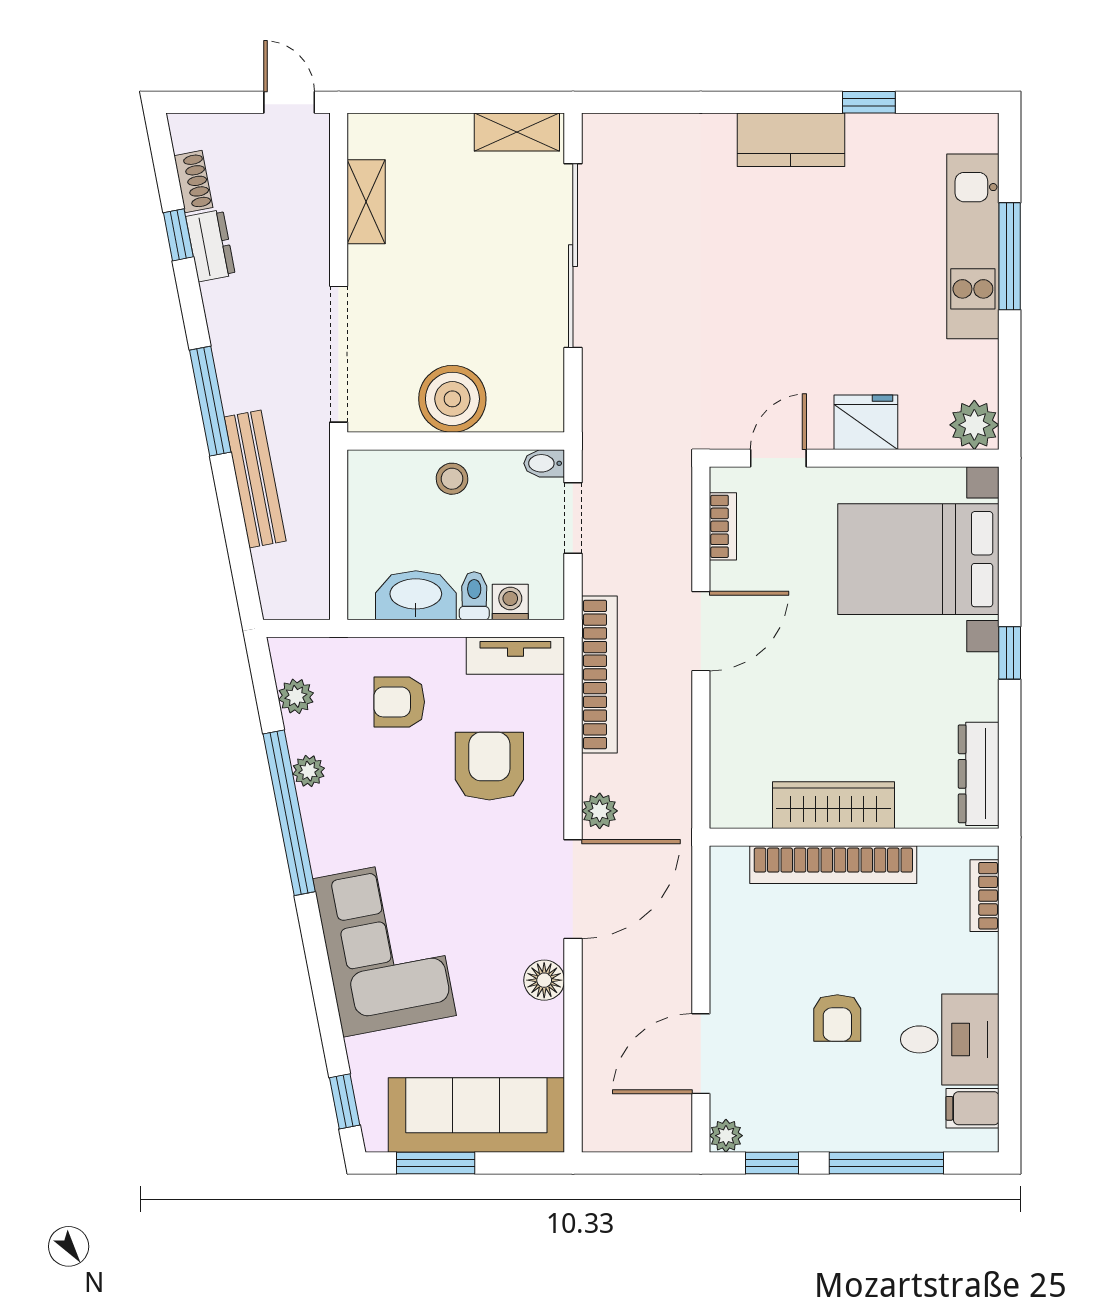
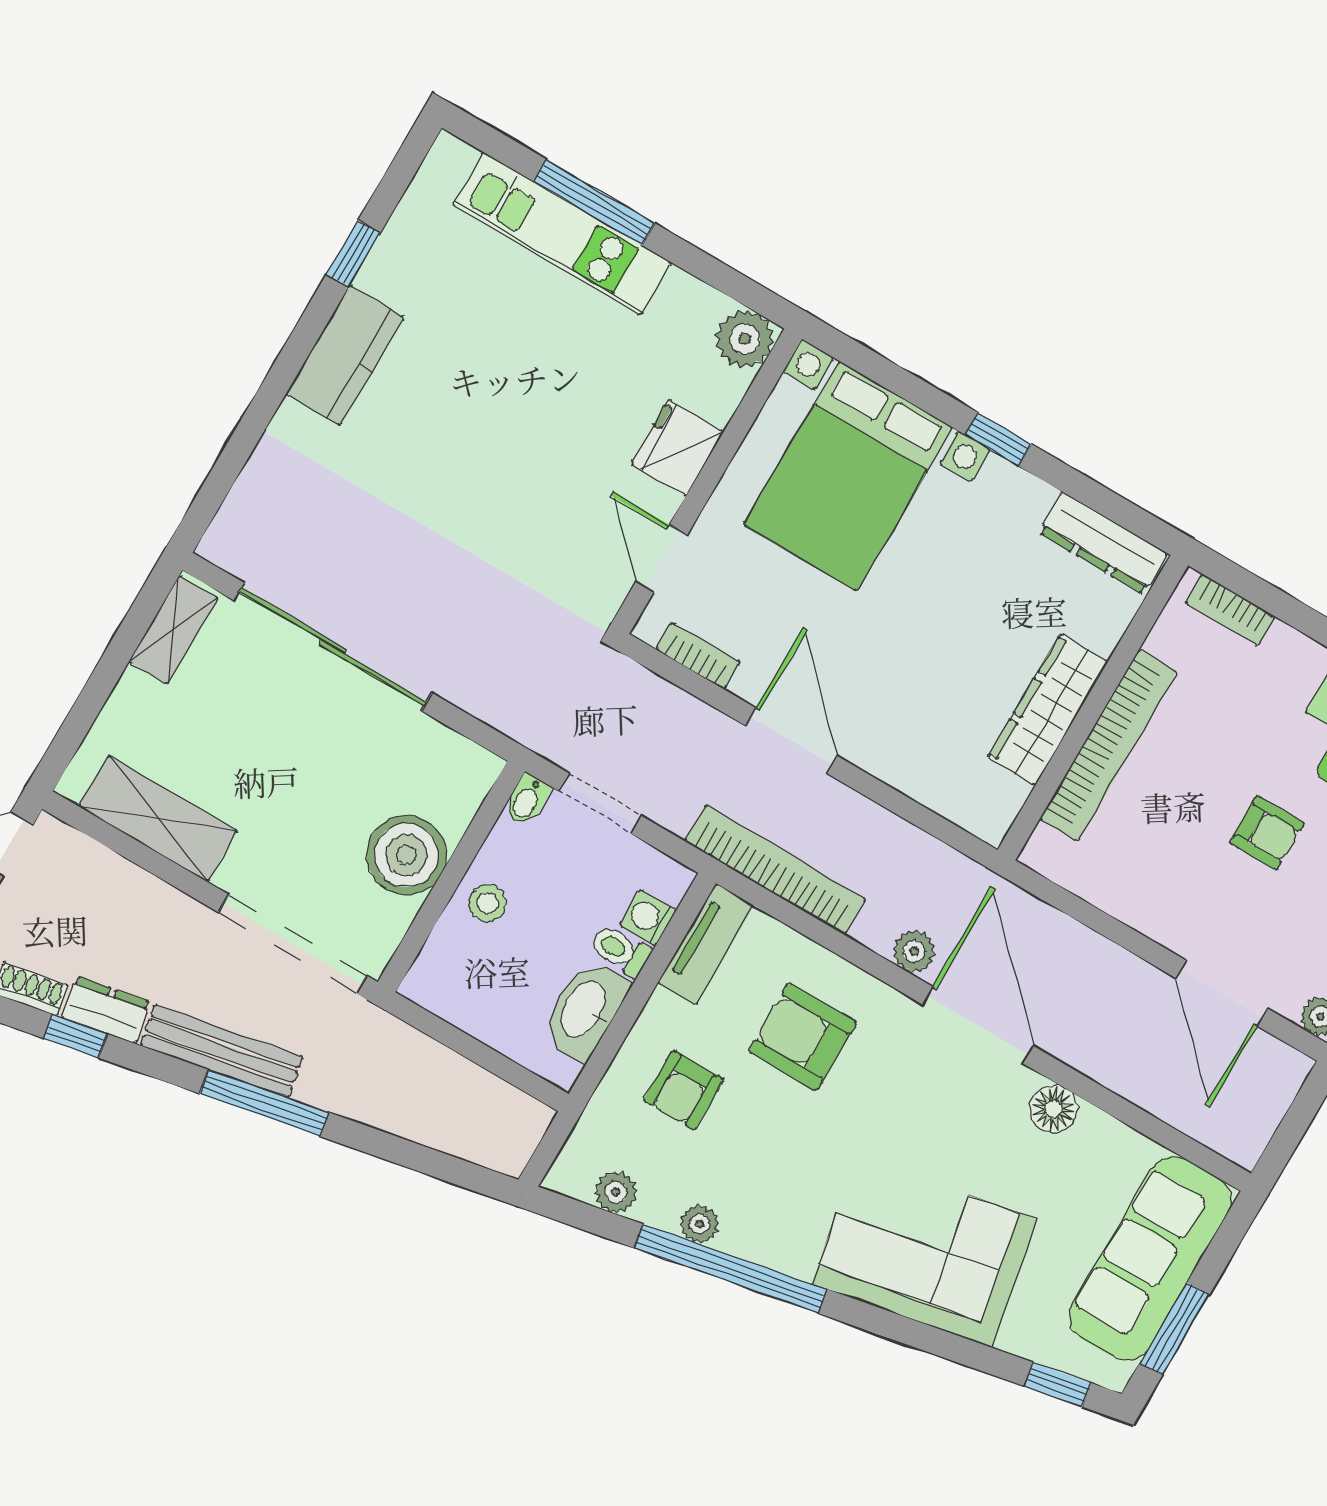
shelving: (366, 202) -> (158, 819), width x1.50, depth x1.33
bench: (255, 479) -> (221, 1051), moved

